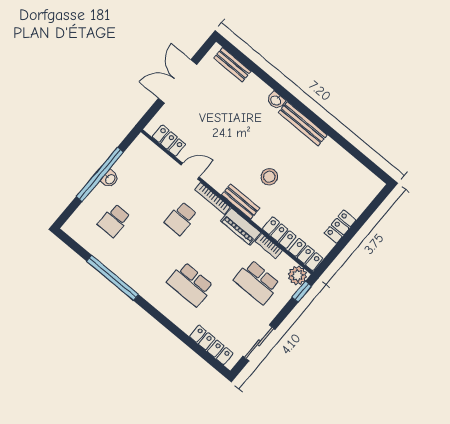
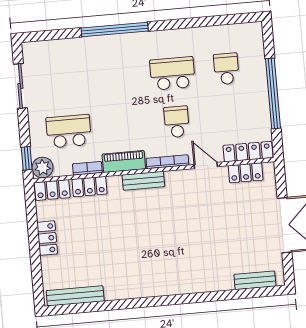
washbasin: (276, 100) -> (194, 286), removed
bench: (303, 124) -> (75, 296), moved
door: (190, 171) -> (206, 166), swing flipped
stool: (269, 177) -> (140, 222), removed
washbasin: (110, 179) -> (262, 98), removed
window: (113, 278) -> (115, 29), moved
school desk: (190, 284) -> (172, 73), moved
locker: (211, 345) -> (248, 152), moved, turned 180

